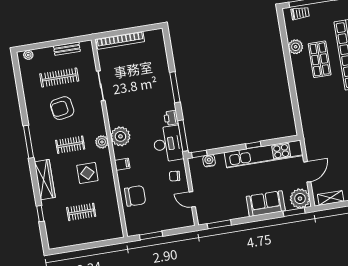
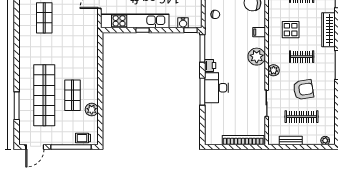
plant: (102, 142) -> (274, 70), moved
desk: (168, 144) -> (216, 88), moved

